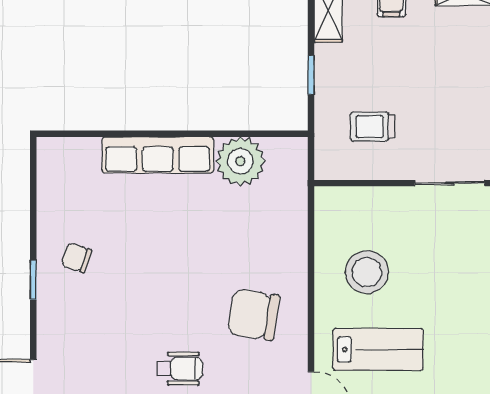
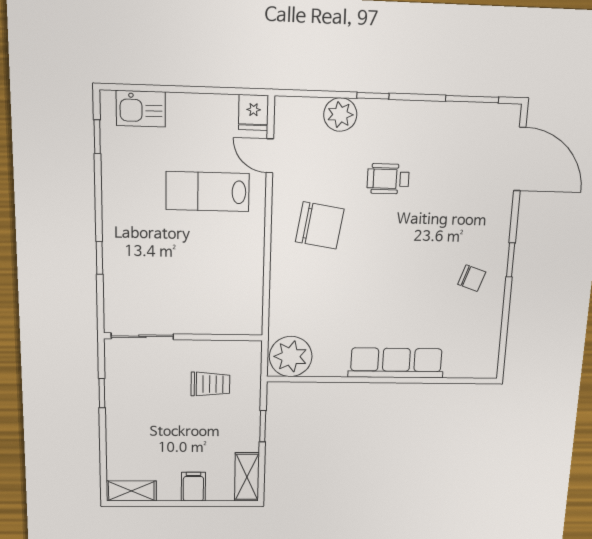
plant: (240, 161) -> (291, 356), moved
stool: (367, 272) -> (217, 261), removed

